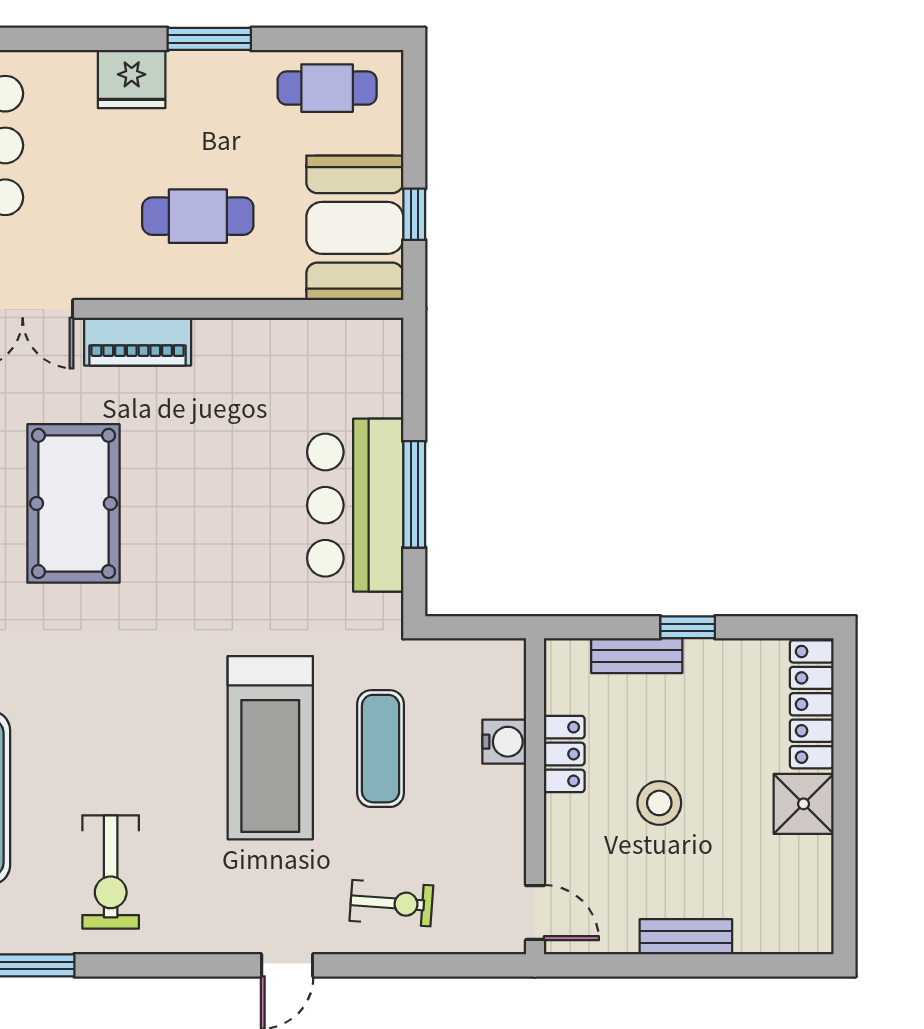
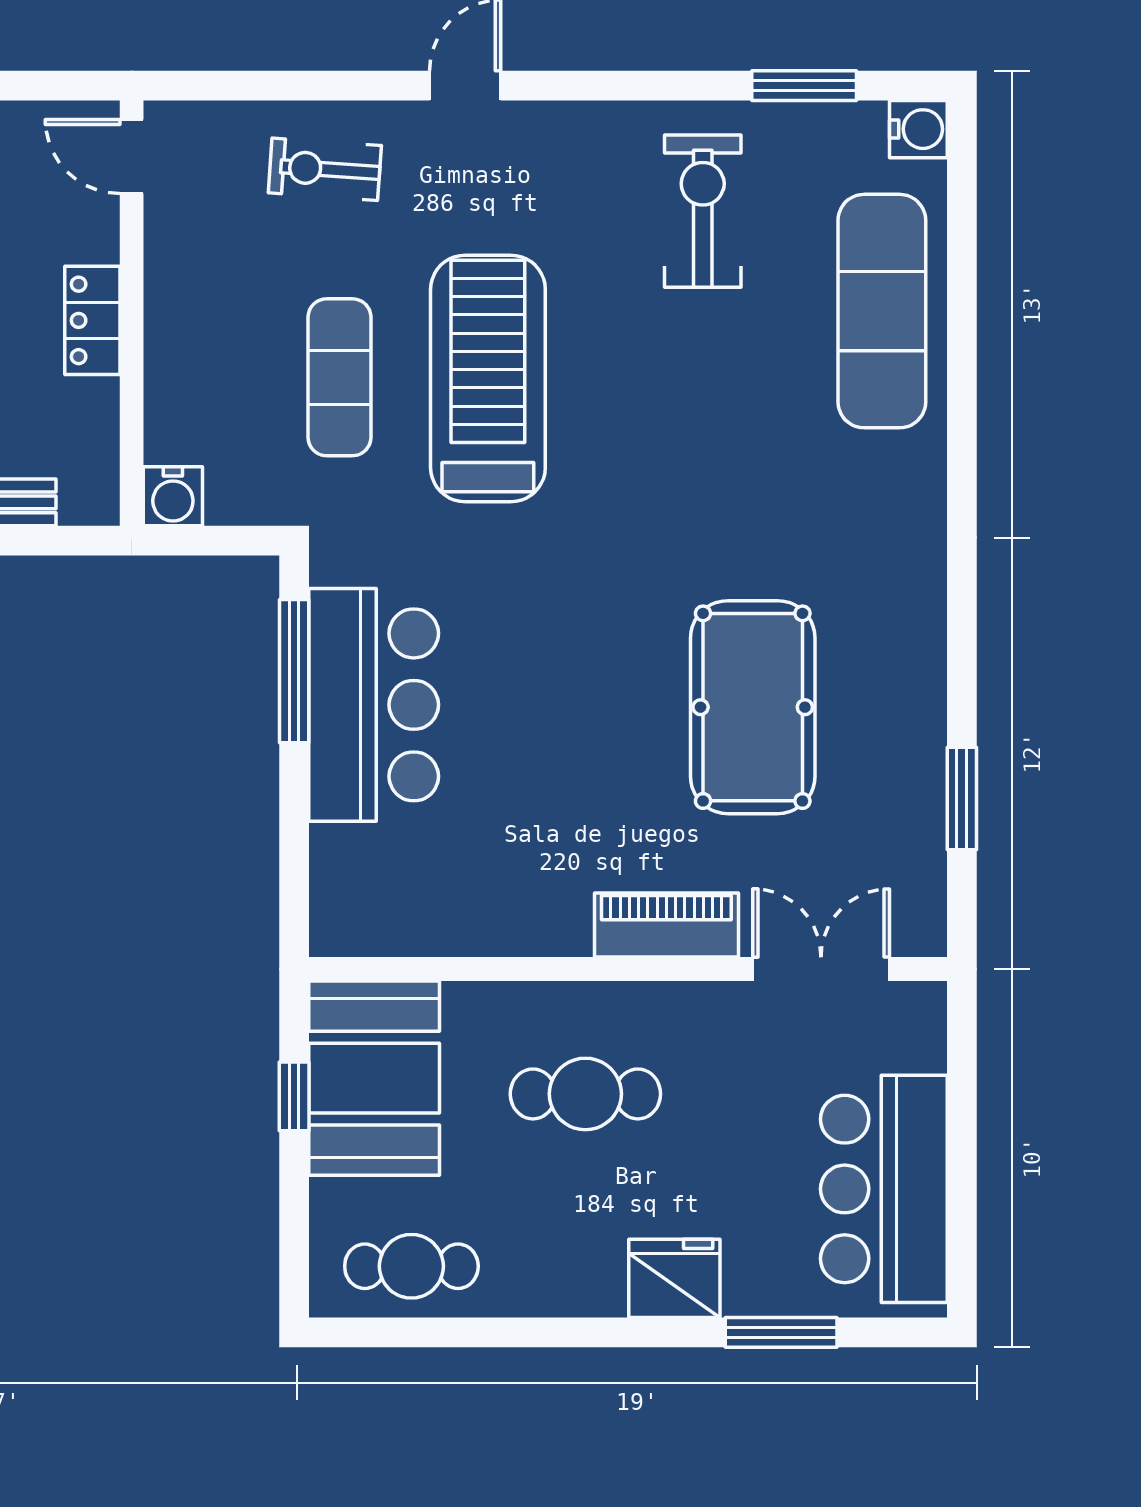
window: (209, 39) -> (781, 1332), moved
window: (414, 494) -> (294, 671), moved
water cooler: (504, 742) -> (173, 496), moved, turned -90
locker: (564, 754) -> (92, 320), moved

